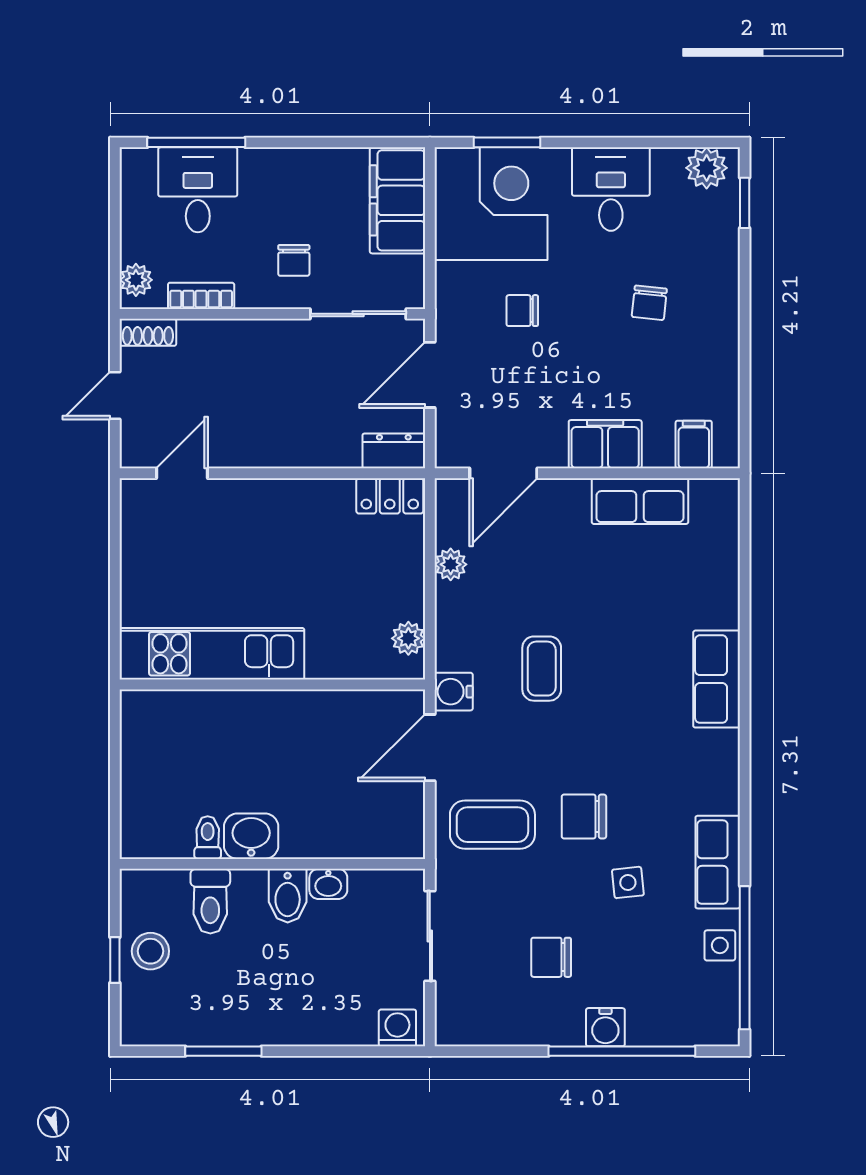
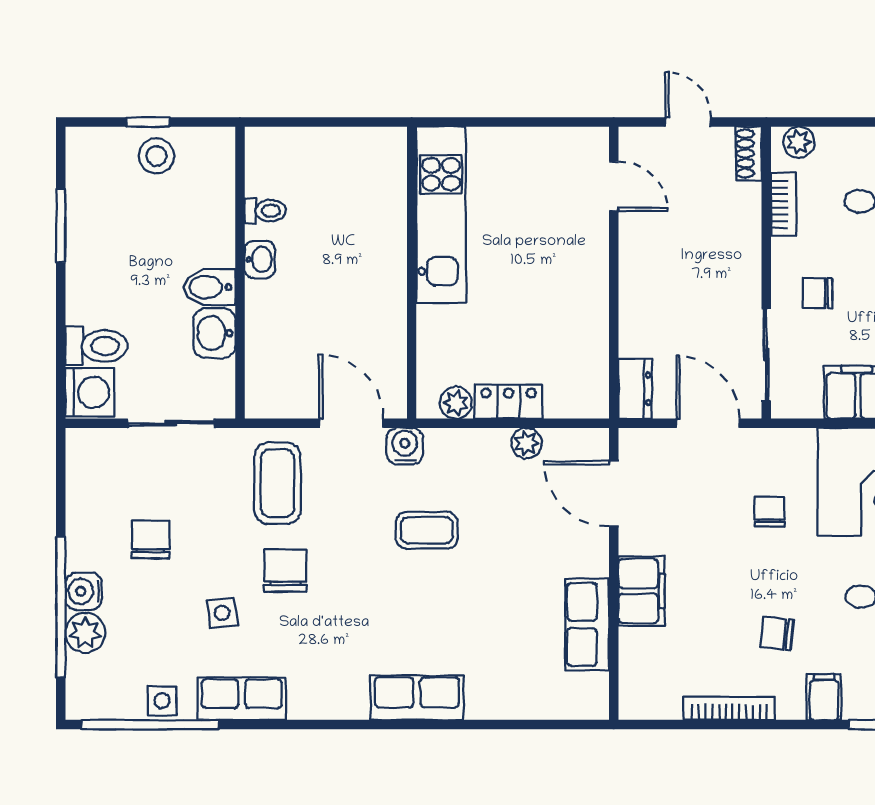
bookcase: (728, 353) -> (729, 708), added
filing cabinet: (694, 445) -> (824, 697), moved, turned -90
locker: (390, 496) -> (509, 402), moved, turned 90
washbasin: (251, 836) -> (260, 259), width x0.72, depth x0.69
washbasin: (328, 884) -> (214, 333), width x1.38, depth x1.45
toilet: (210, 901) -> (96, 346), moved, turned 180
plant: (649, 1026) -> (85, 633), added
washing machine: (397, 1028) -> (90, 392), width x1.38, depth x1.38

